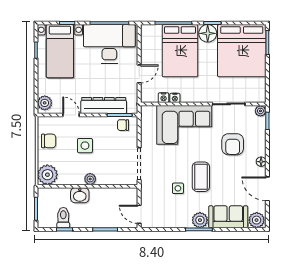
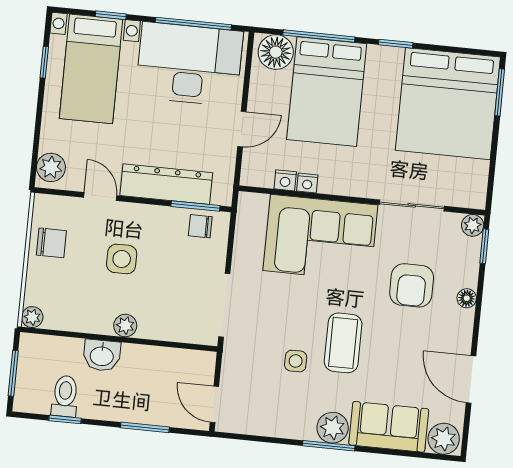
floor lamp: (208, 33) -> (276, 52), moved
floor lamp: (261, 162) -> (467, 298), moved
plant: (47, 175) -> (32, 317), width x0.53, depth x0.53

